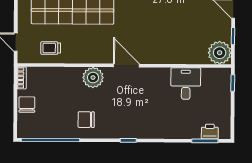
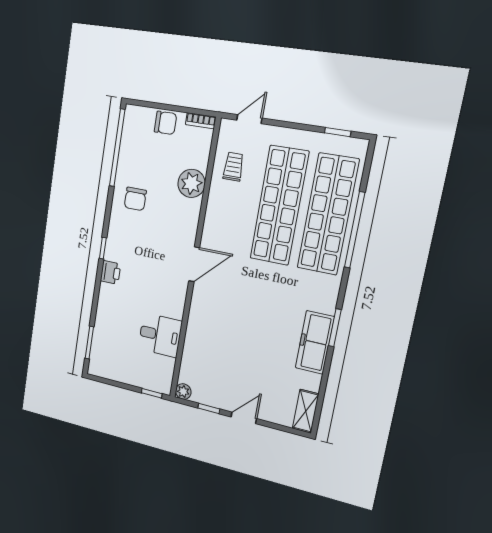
plant: (220, 53) -> (183, 391), width x0.53, depth x0.53
plant: (93, 78) -> (191, 183), moved
chair: (86, 120) -> (135, 199), turned 180
printer: (210, 132) -> (111, 272), moved

